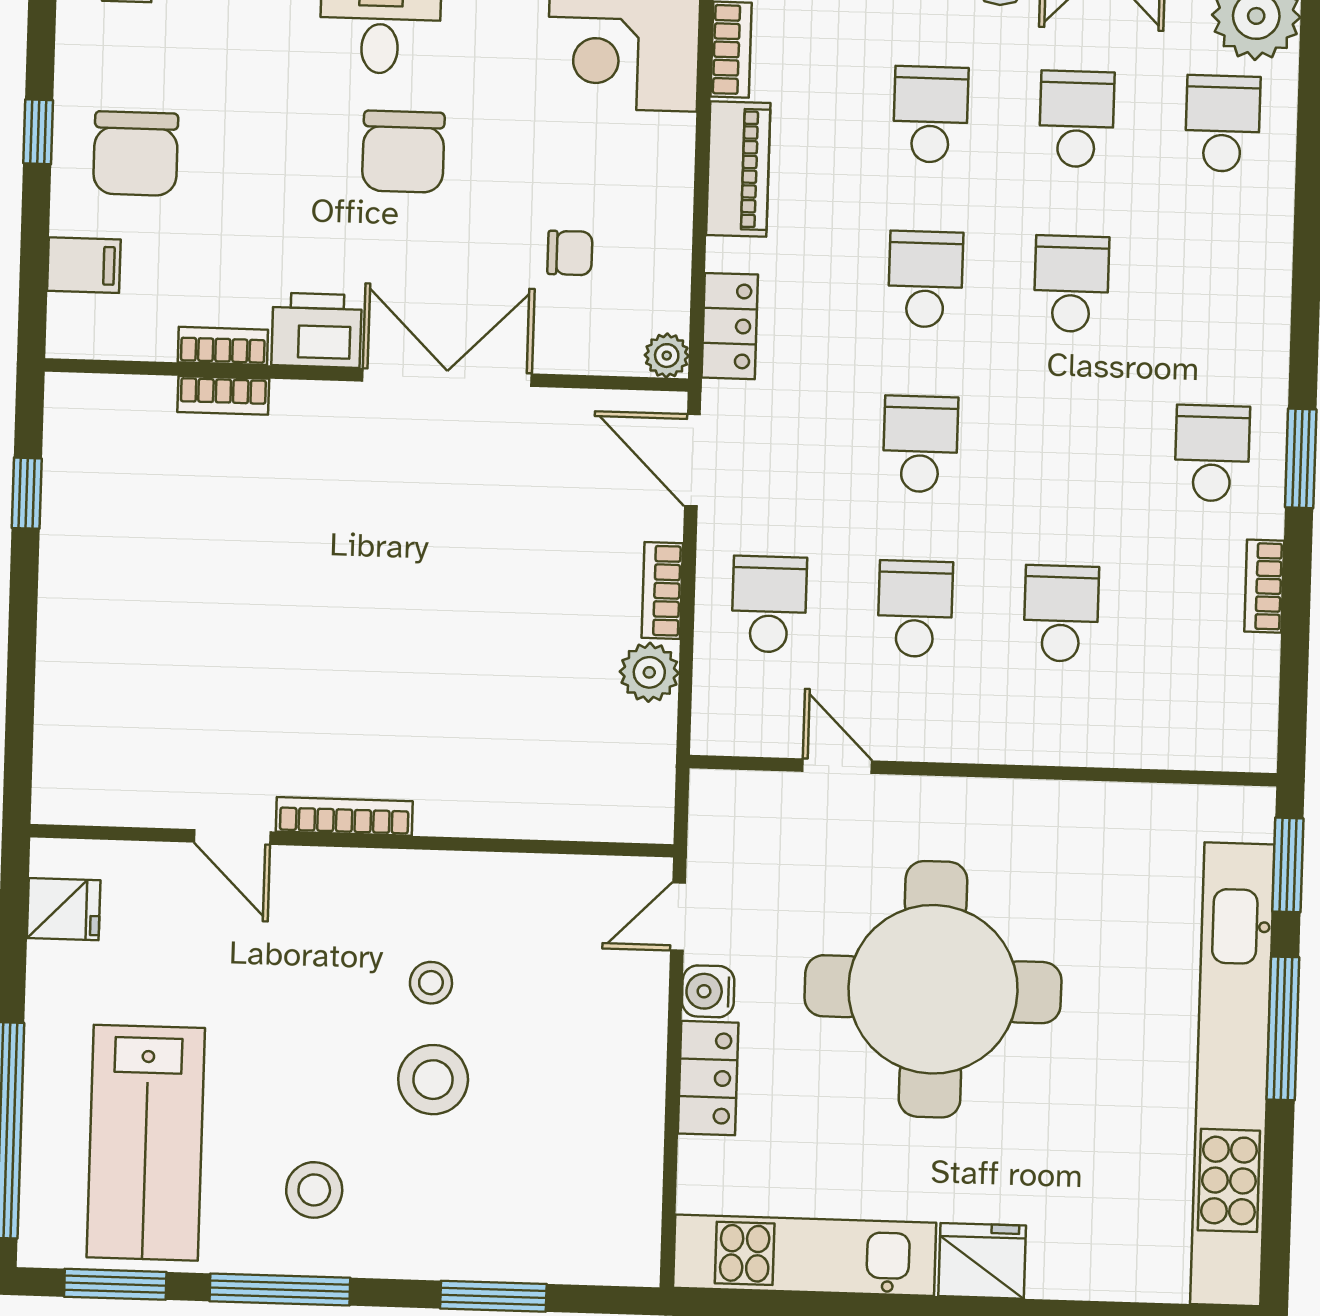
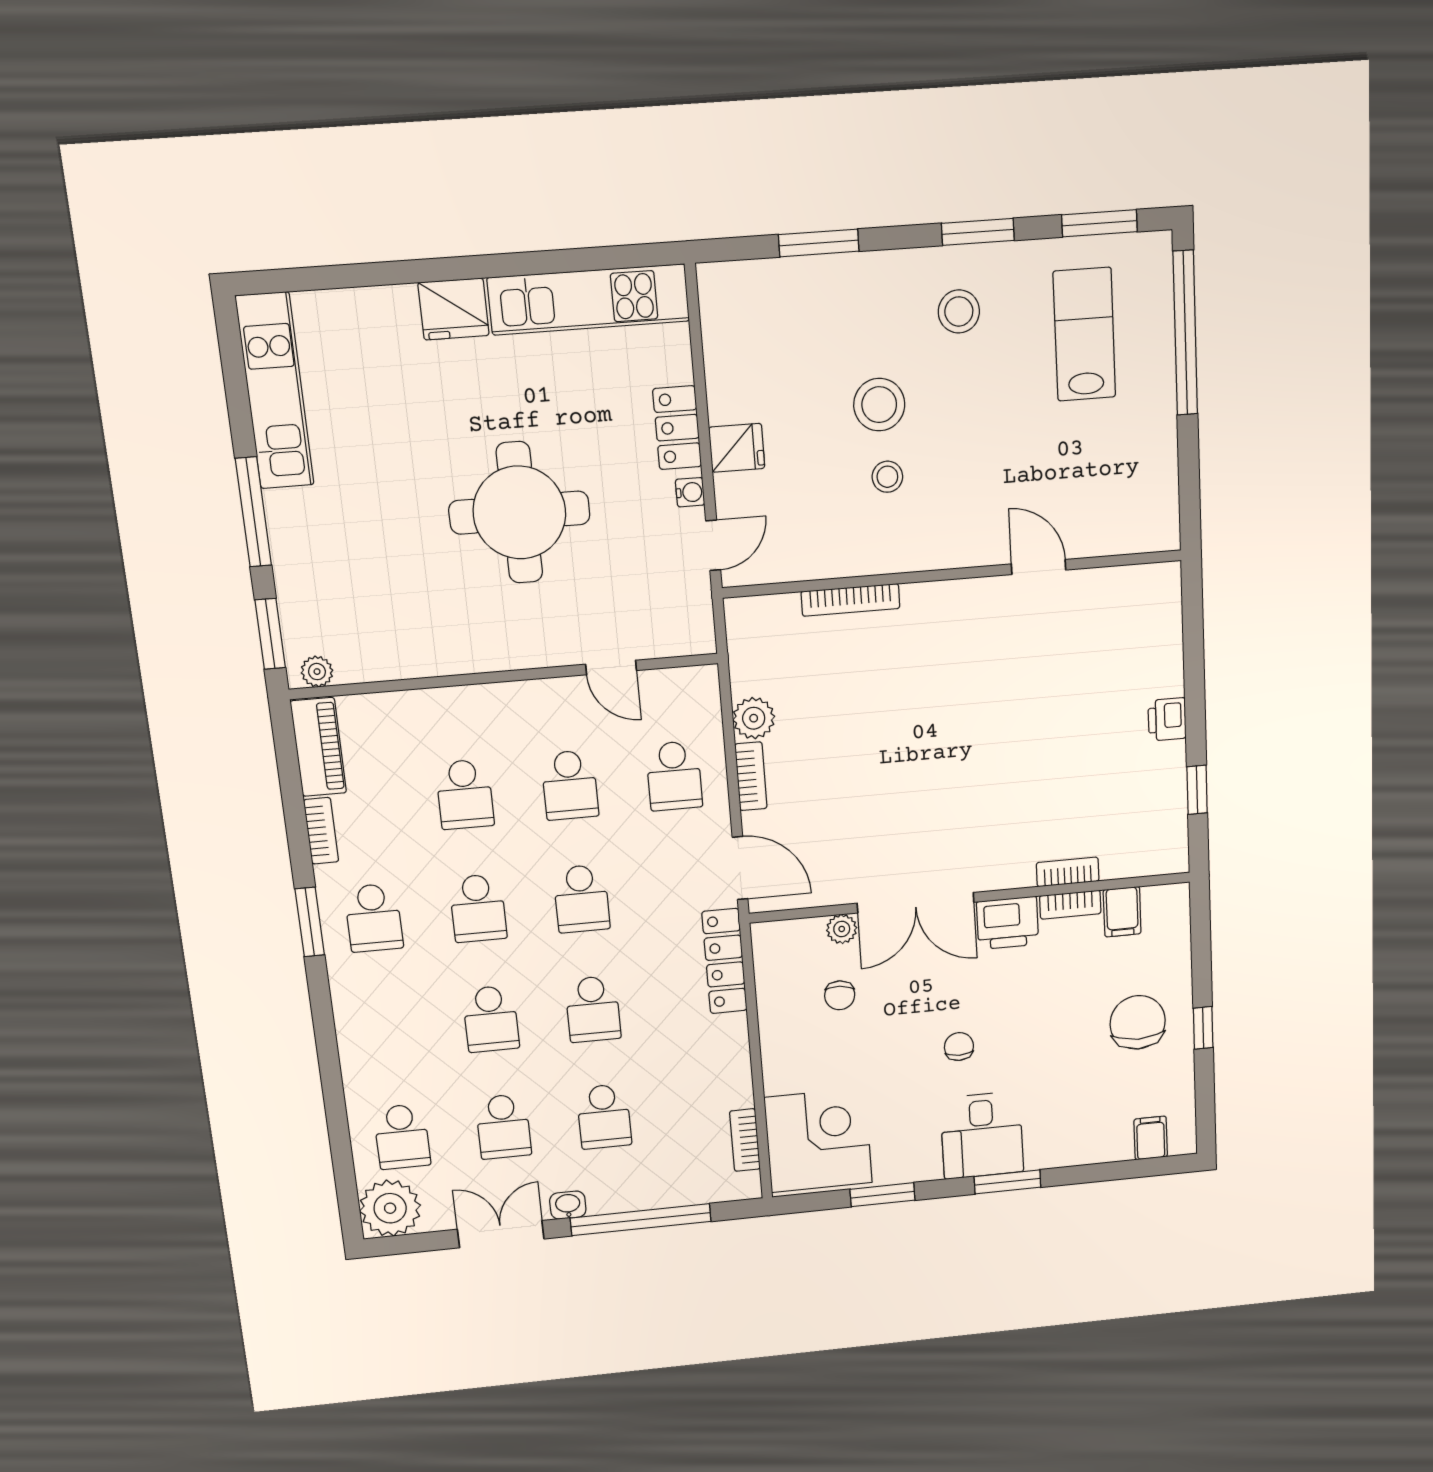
chair: (403, 152) -> (959, 1047), width x0.54, depth x0.54
piano: (738, 169) -> (318, 747), moved, turned 180
chair: (570, 253) -> (840, 995), turned -86
filing cabinet: (84, 265) -> (1122, 912), moved, turned -90
locker: (730, 326) -> (724, 961), width x1.53
plant: (667, 356) -> (842, 929), moved
school desk: (1066, 449) -> (478, 908), added
printer: (64, 601) -> (1167, 719), added
plant: (1234, 807) -> (317, 672), added
bookcase: (344, 816) -> (850, 600), moved
fridge: (64, 909) -> (737, 448), moved, turned 180
round table: (933, 989) -> (519, 513), width x0.73, depth x0.73
water cooler: (708, 991) -> (690, 492), width x0.72, depth x0.72
kitchen unit: (1232, 1074) -> (275, 391), width x0.54
lab bench: (146, 1143) -> (1084, 334), width x0.73, depth x0.72
window: (280, 1290) -> (978, 232), width x0.69

